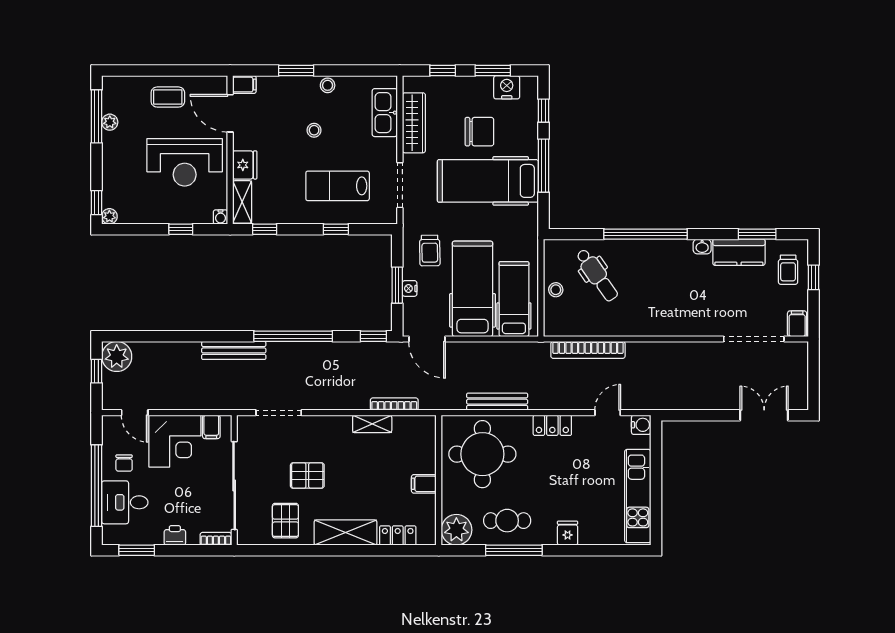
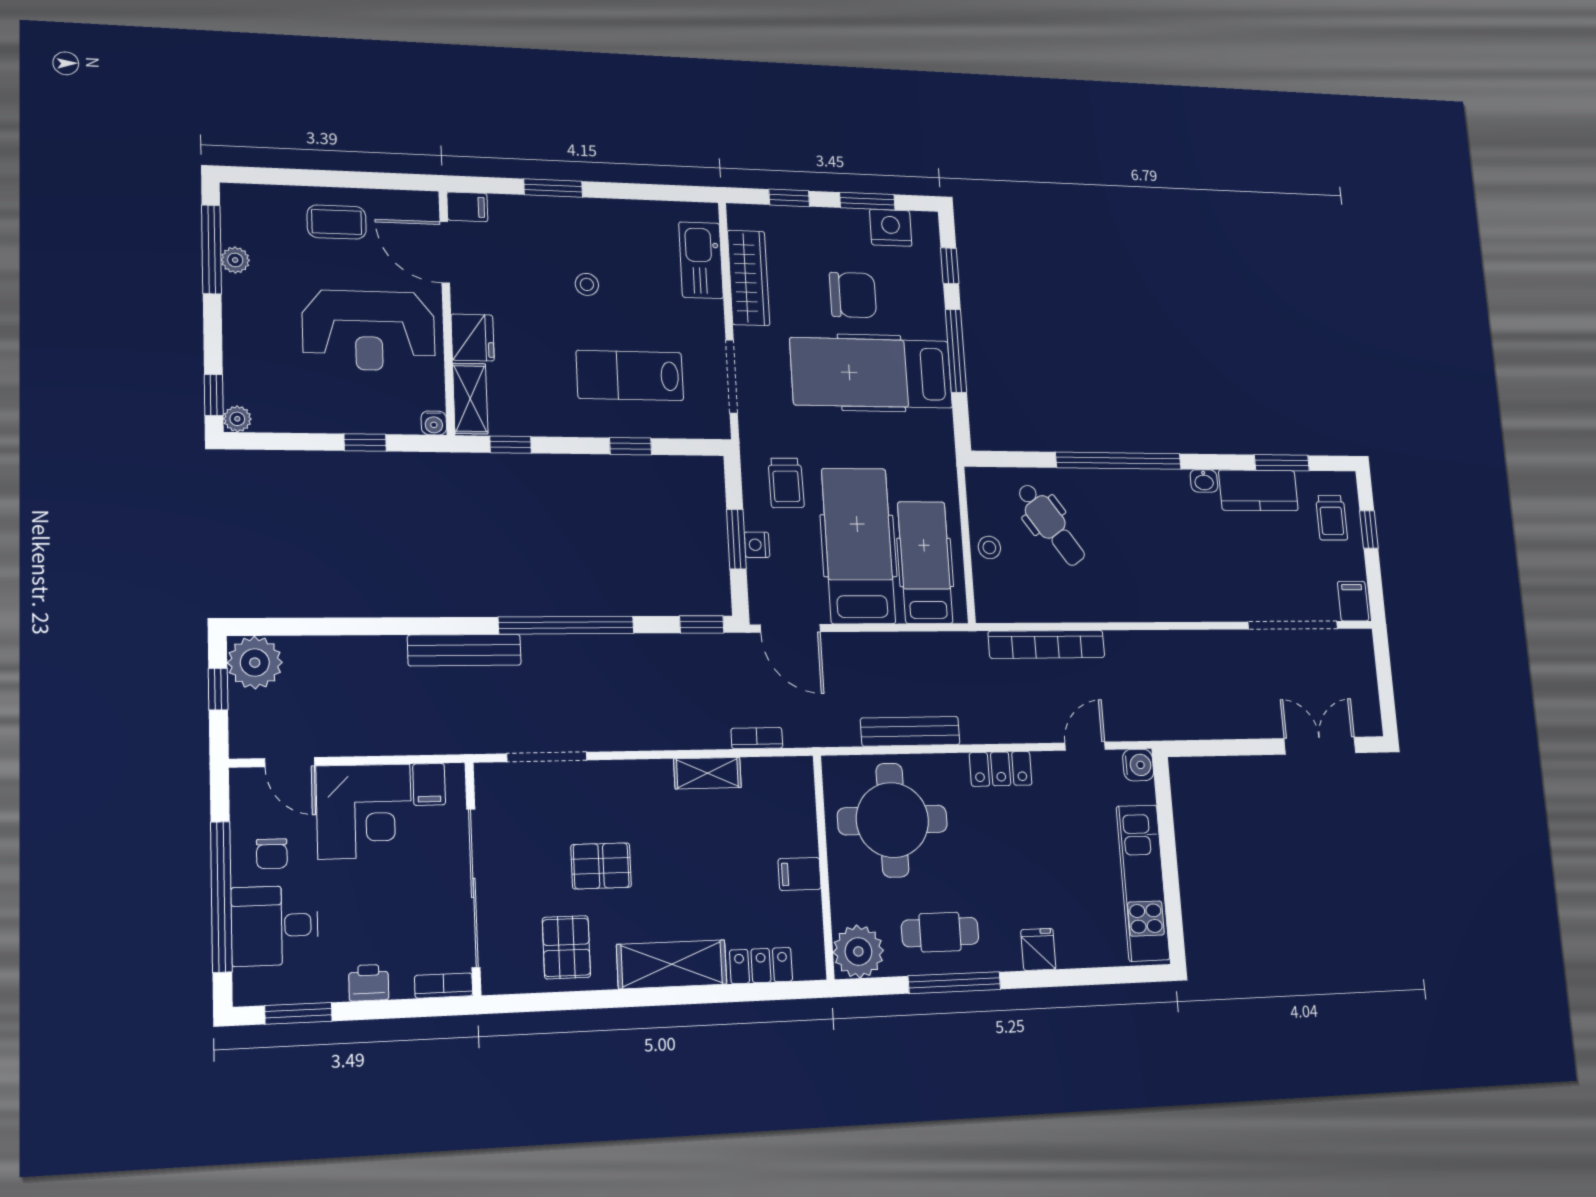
stool: (328, 85) -> (606, 214), removed
bookcase: (394, 404) -> (757, 738), width x0.64

